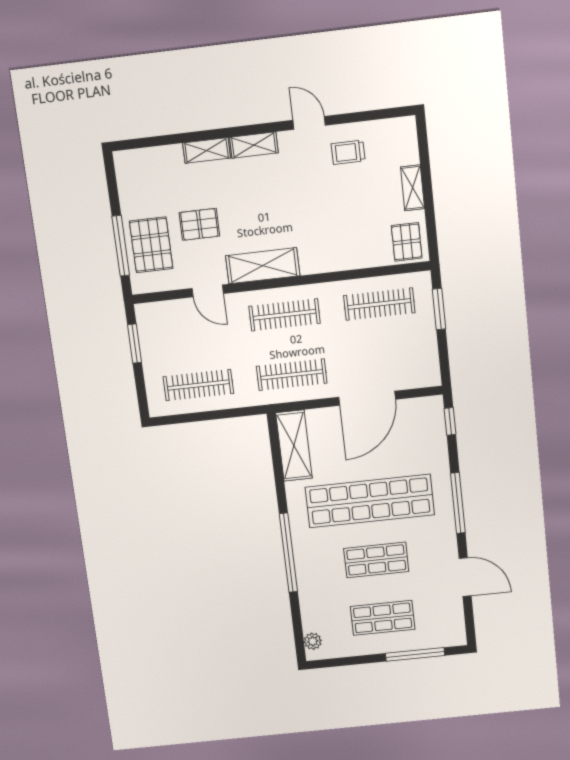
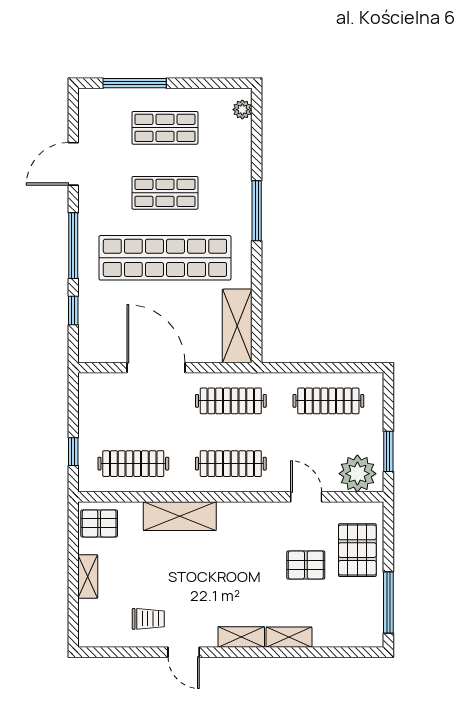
pallet: (407, 242) -> (99, 523), turned 90
window: (121, 246) -> (388, 602), moved
shelving: (263, 266) -> (180, 516), moved
window: (439, 309) -> (73, 452), width x0.67
plant: (161, 319) -> (357, 474), added
door: (367, 398) -> (156, 368), hinge flipped
window: (450, 421) -> (73, 310), moved
window: (288, 553) -> (257, 211), width x0.68
door: (465, 577) -> (73, 164), hinge flipped

